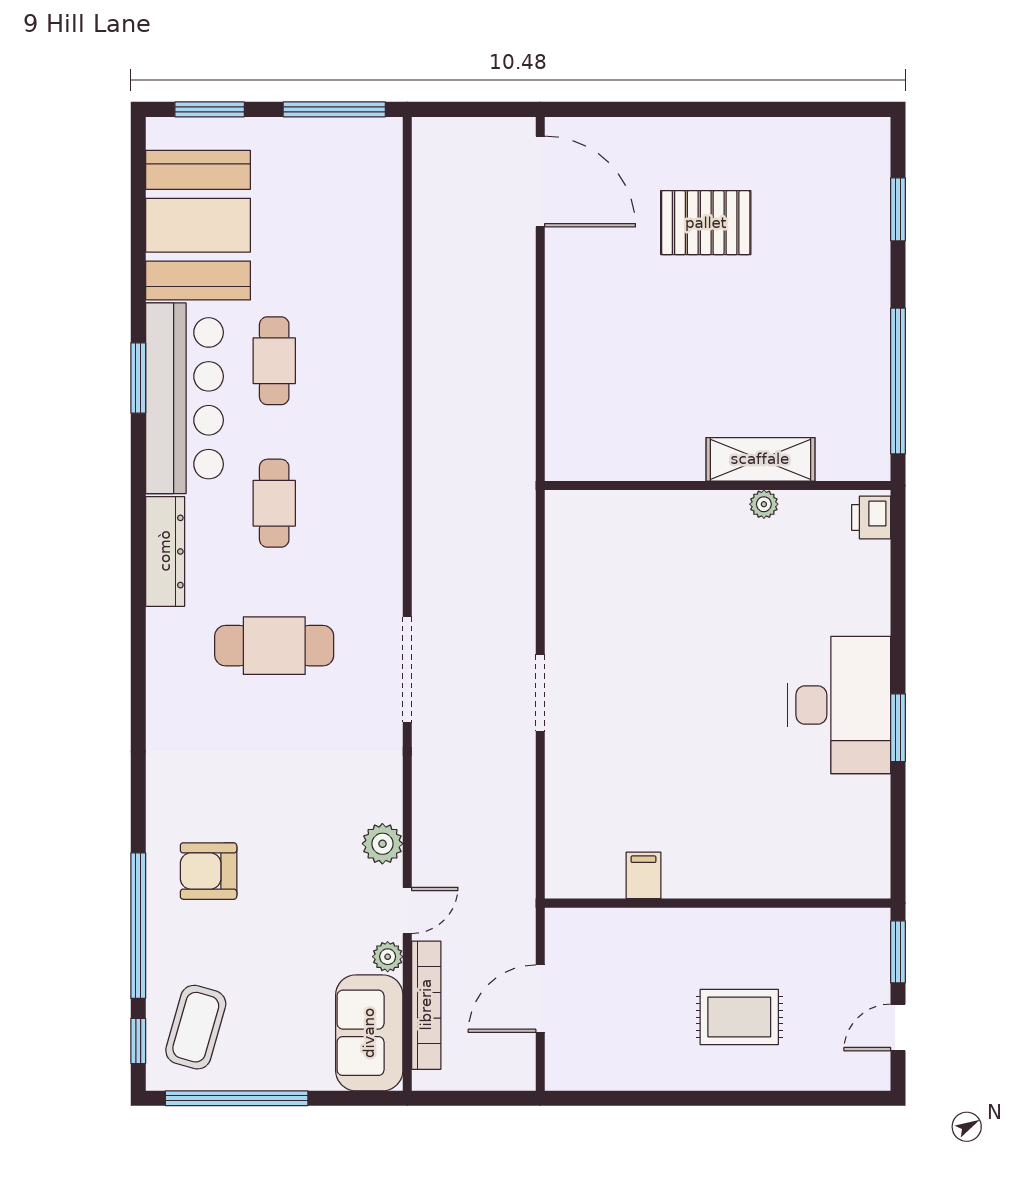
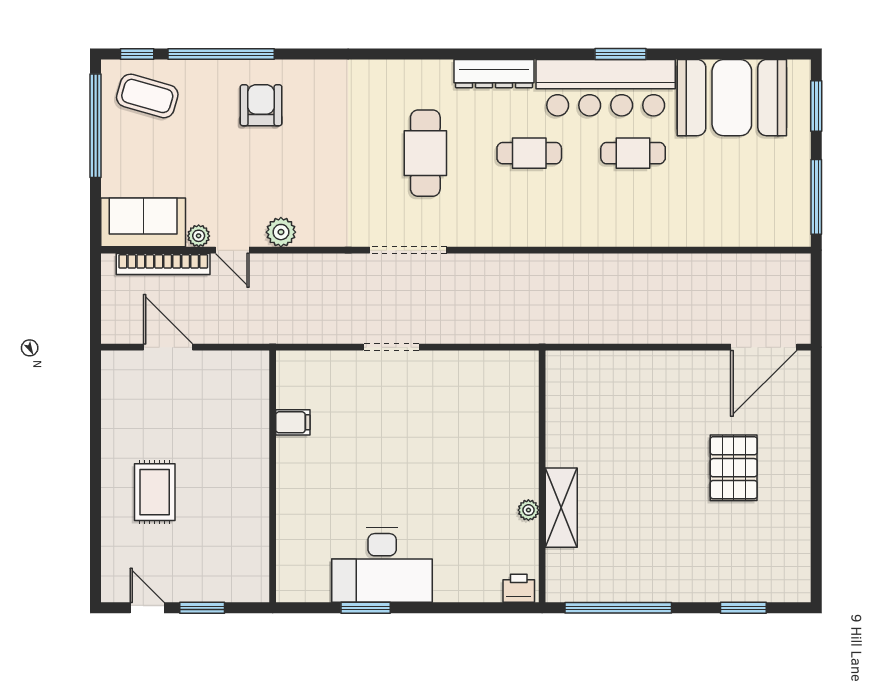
filing cabinet: (643, 875) -> (293, 422), moved
wall: (718, 903) -> (273, 476), moved

